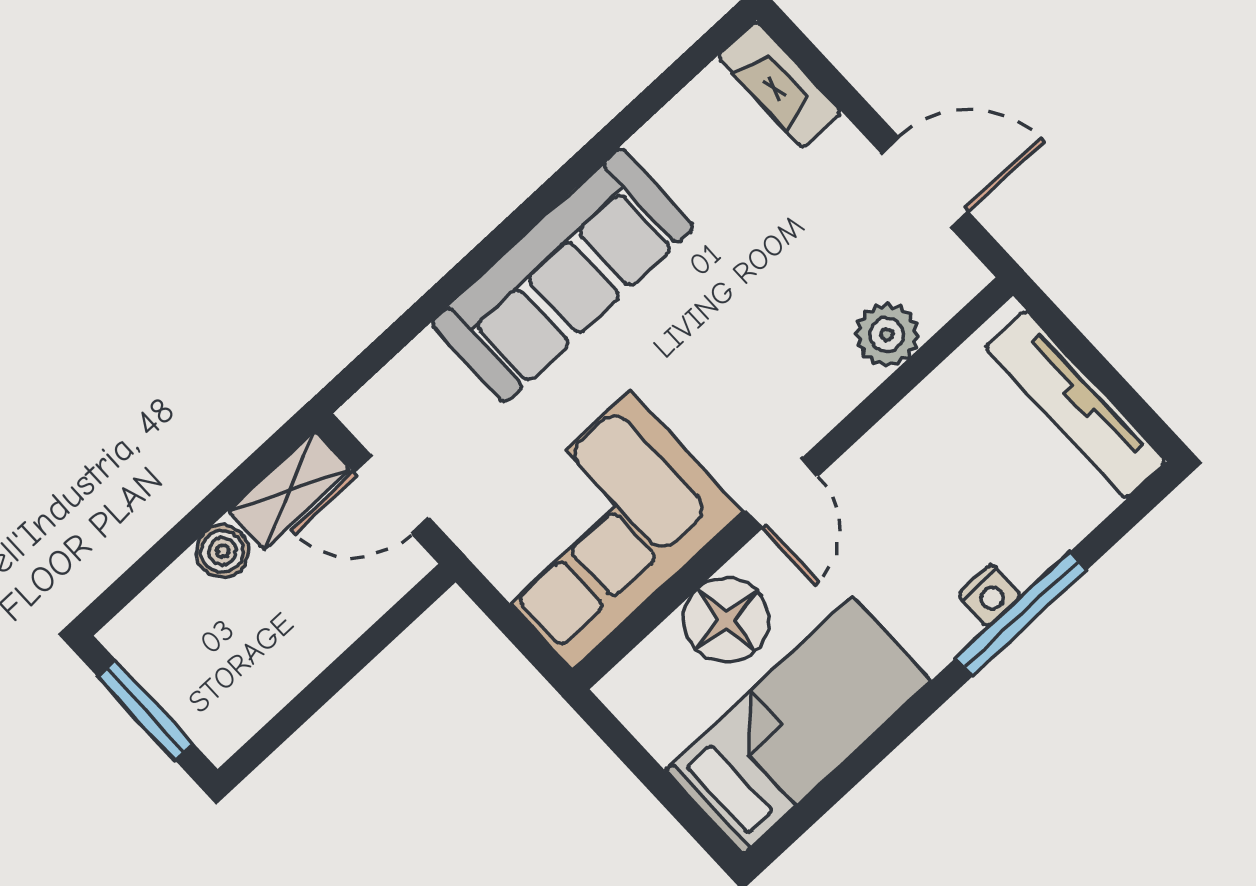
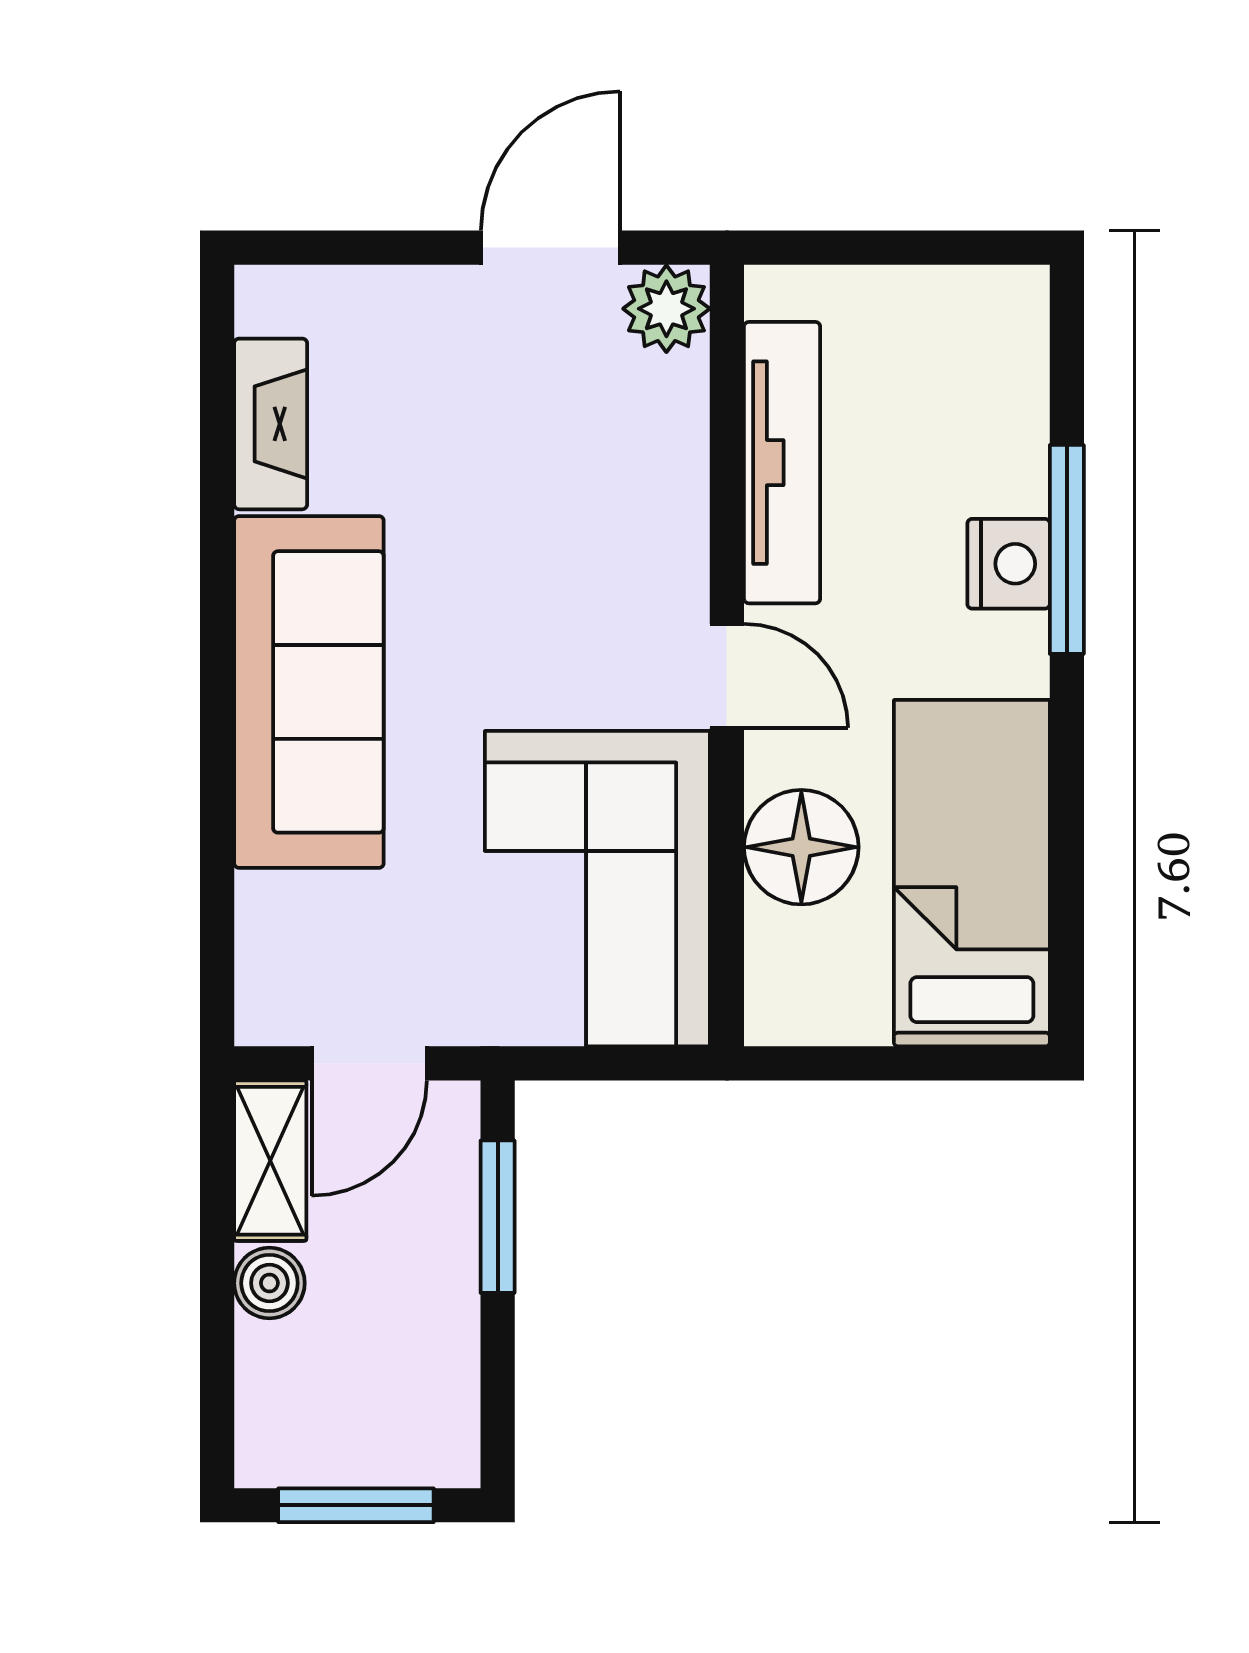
fireplace: (779, 84) -> (271, 424), moved, turned -90
plant: (887, 335) -> (666, 309), moved
tv unit: (1075, 404) -> (782, 463), moved, turned -90
nightstand: (990, 595) -> (1009, 564), width x1.39, depth x1.35
window: (373, 641) -> (498, 1217), added

